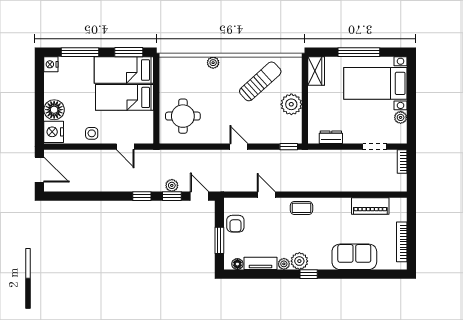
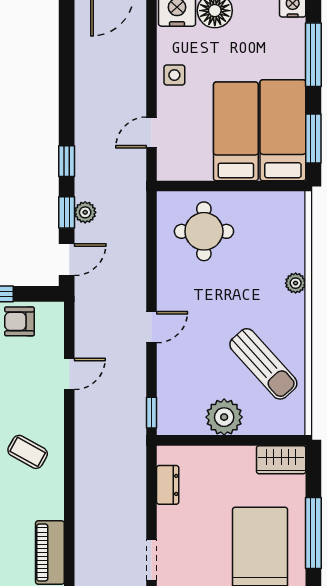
coffee table: (301, 208) -> (28, 452), moved, turned -61

